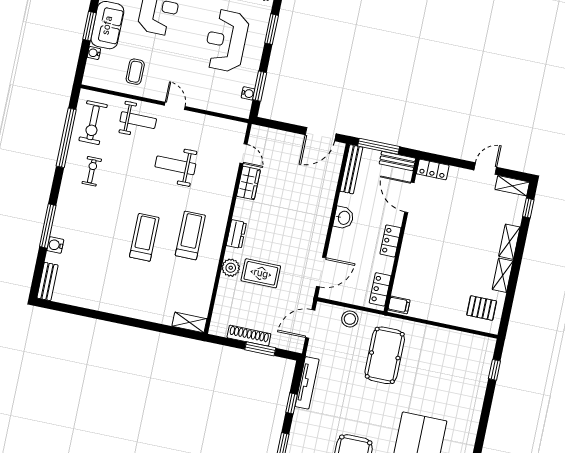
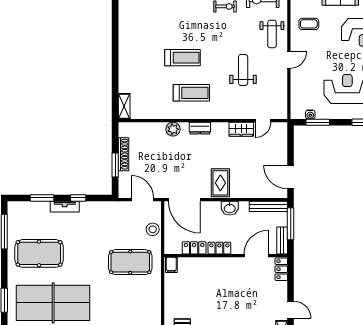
door: (321, 272) -> (184, 200), width x1.36
rug: (261, 273) -> (220, 183), moved
locker: (380, 289) -> (194, 248), moved
tv unit: (307, 383) -> (65, 207), moved, width x0.71

